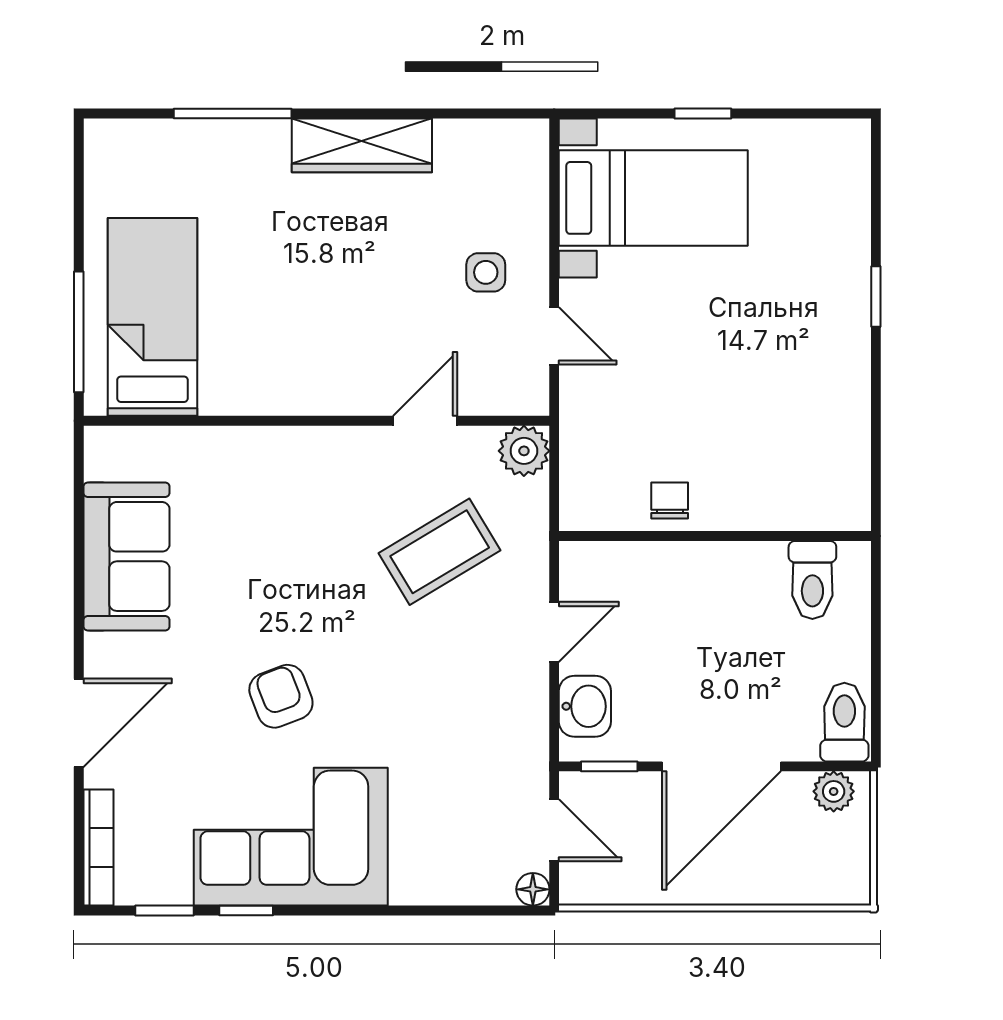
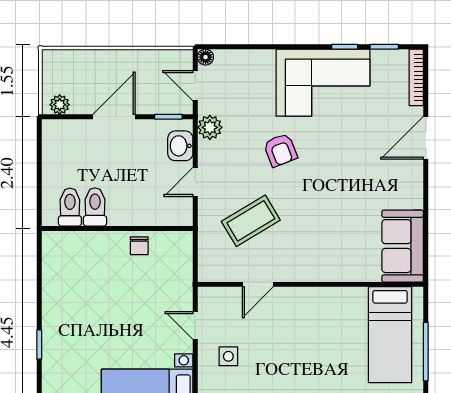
window: (79, 332) -> (426, 352), moved
plant: (524, 451) -> (210, 127), moved
sofa: (126, 556) -> (403, 246), moved
armchair: (281, 696) -> (280, 150), moved
toilet: (844, 722) -> (95, 207), moved, turned 180
door: (721, 766) -> (114, 117), width x0.73

